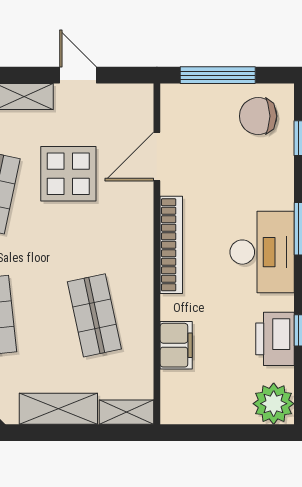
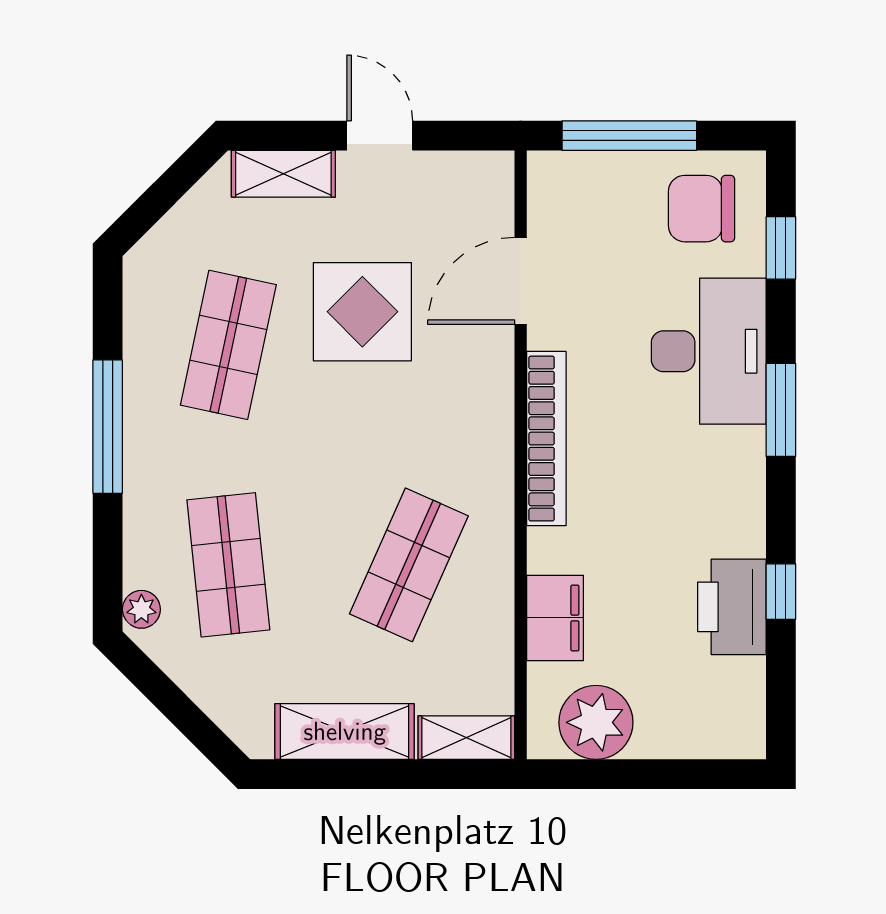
desk: (262, 252) -> (709, 351), moved
shop shelf: (94, 315) -> (409, 565), turned 36
plant: (274, 404) -> (596, 722), moved

